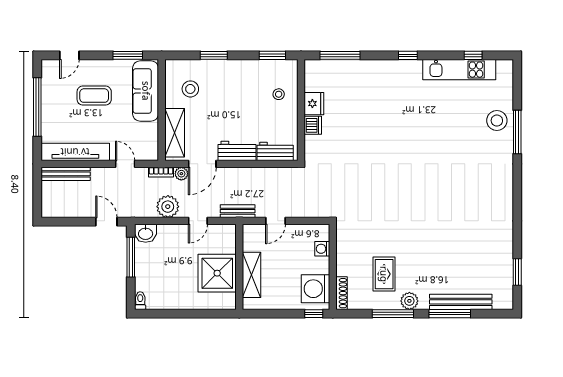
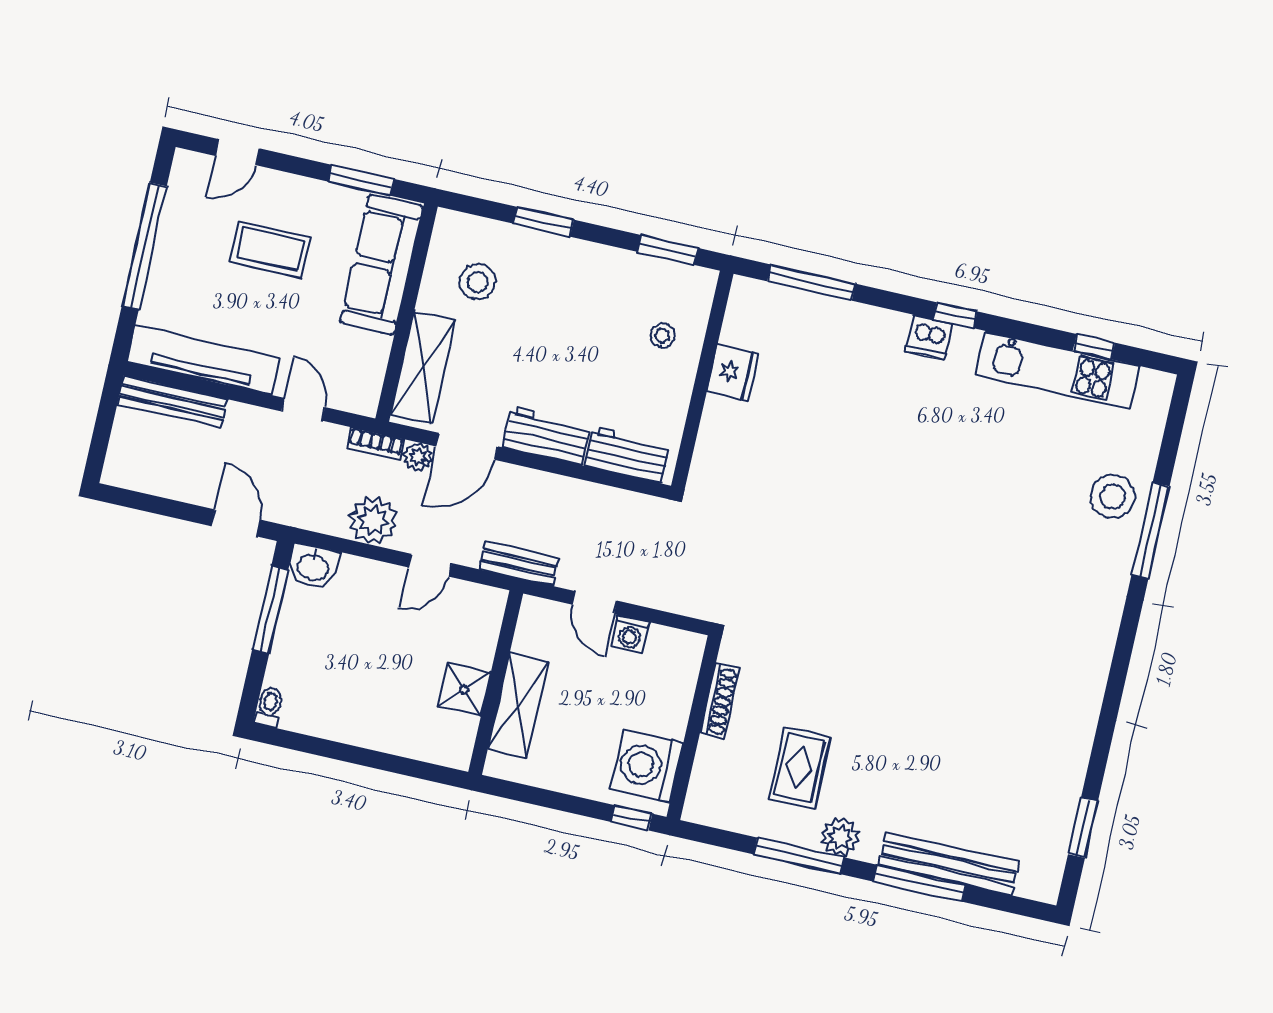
dishwasher: (313, 125) -> (929, 337), moved, turned 90
door: (275, 221) -> (595, 603), hinge flipped
washing machine: (322, 249) -> (630, 634), moved, turned -90
shower: (217, 273) -> (464, 690), width x0.54, depth x0.54
shoe rack: (341, 293) -> (720, 701), moved

